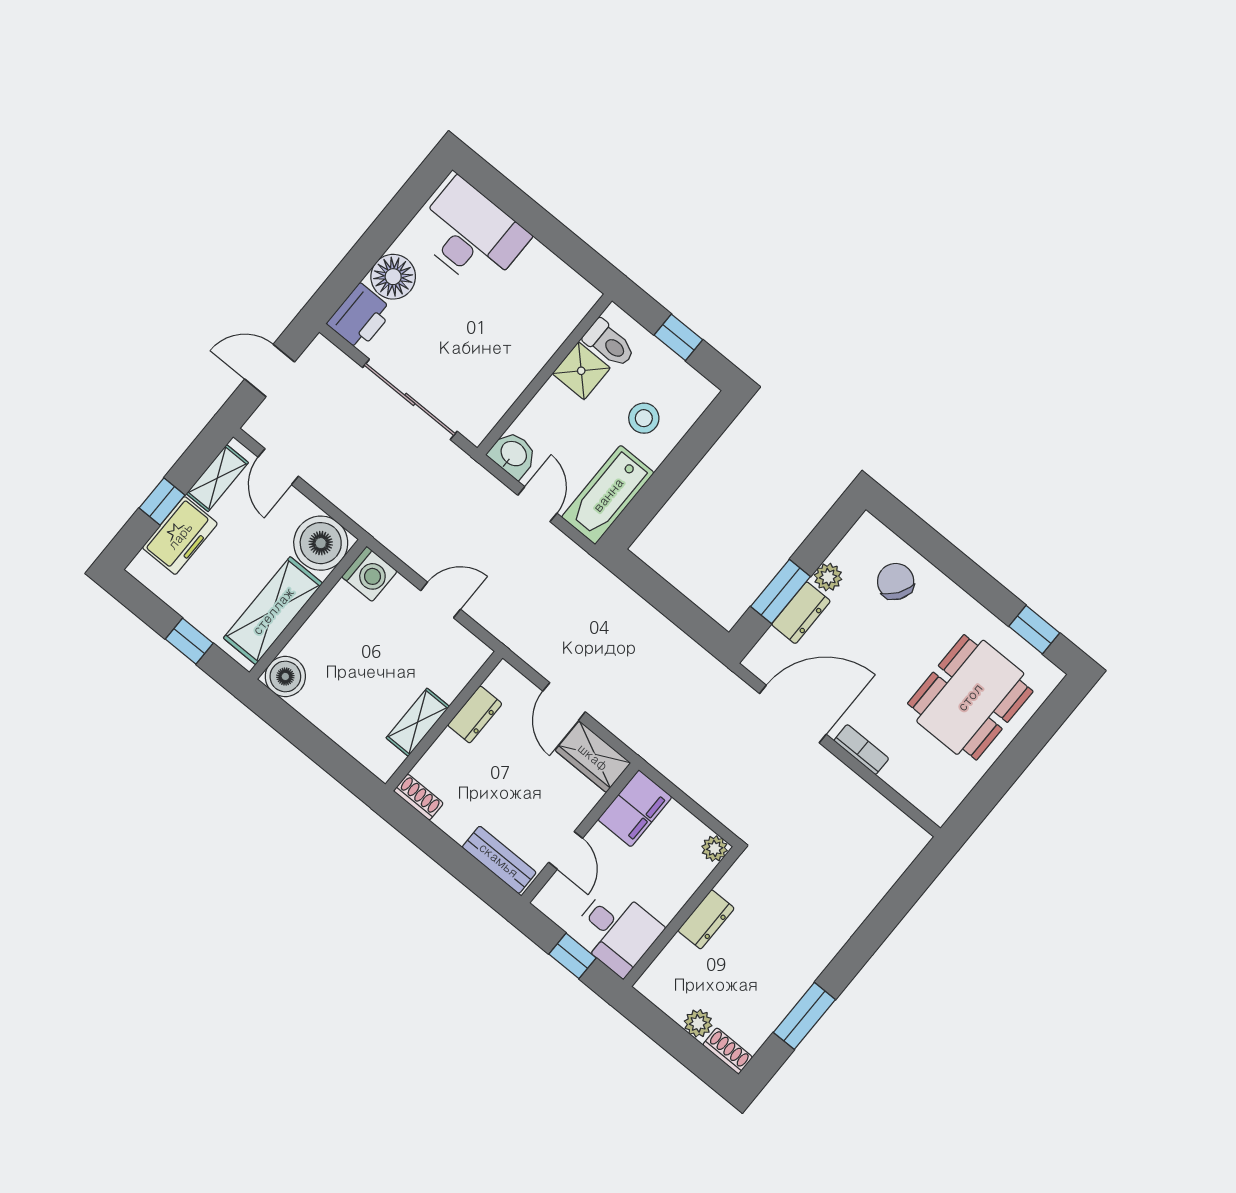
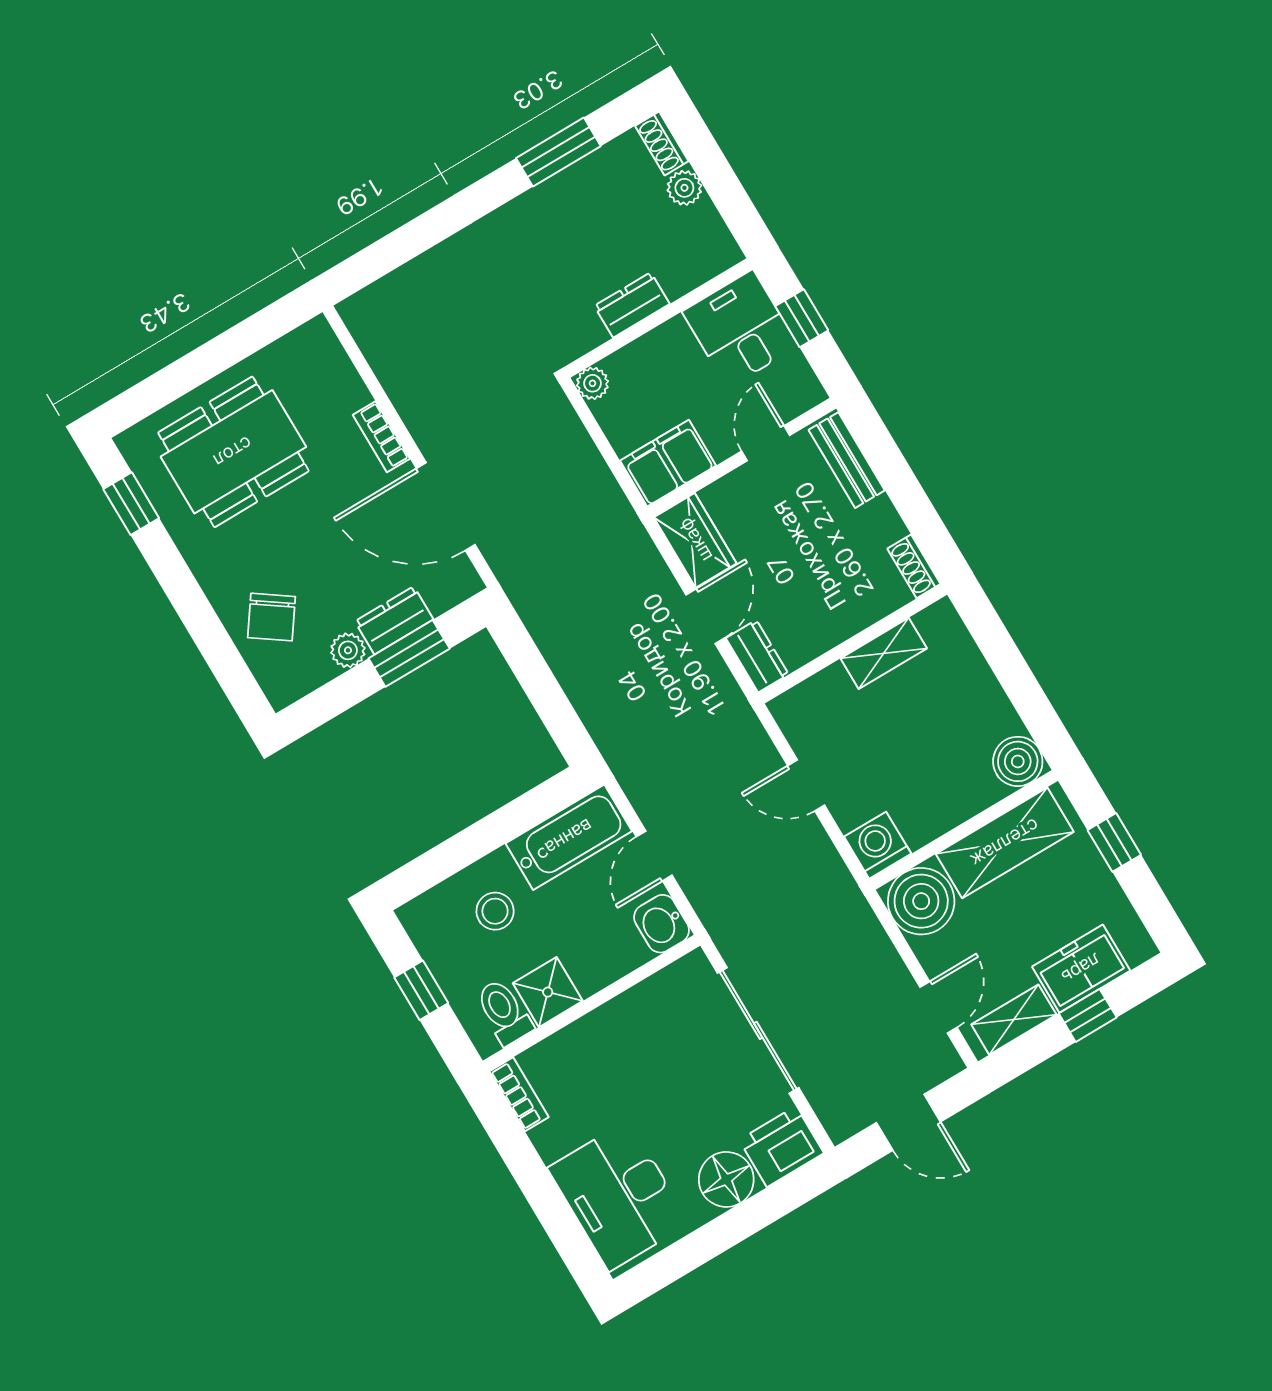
bookcase: (575, 285) -> (519, 1094), added
dresser: (475, 714) -> (757, 656), moved, turned 90

